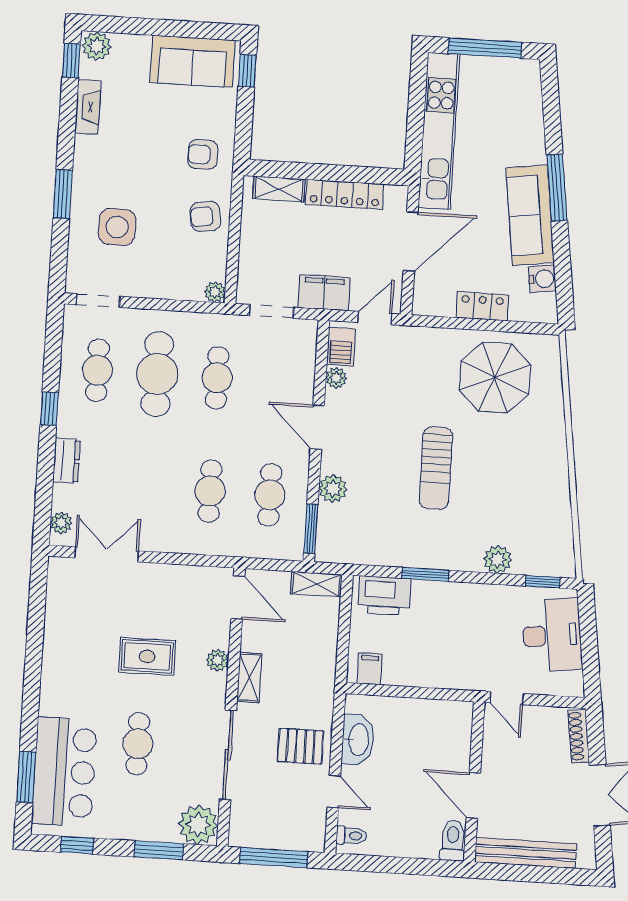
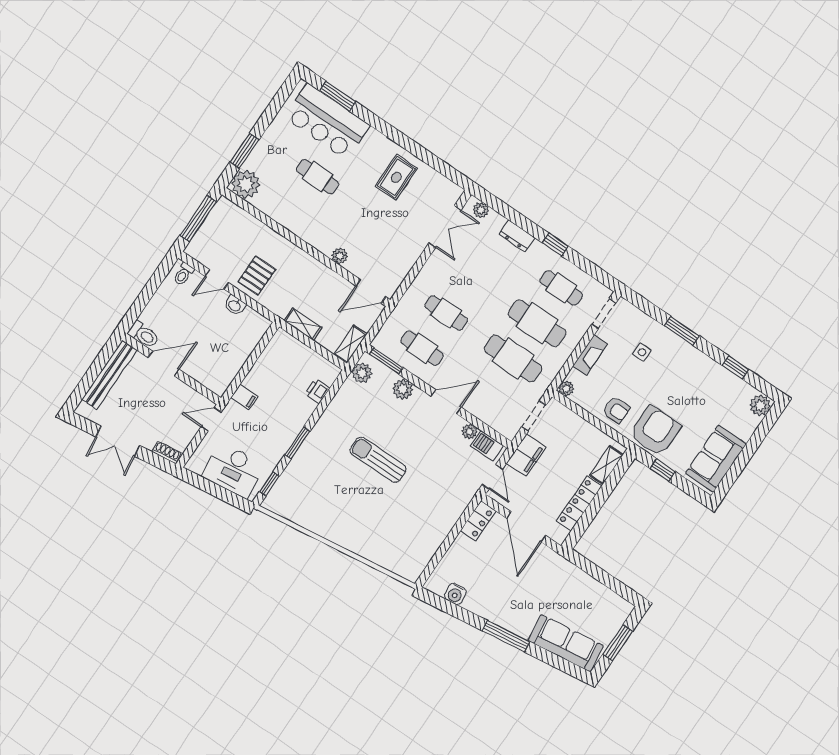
window: (485, 48) -> (618, 643), width x0.69
window: (71, 60) -> (736, 367), moved
window: (247, 71) -> (663, 470), moved
fireplace: (88, 107) -> (590, 355), moved, turned -90
kitchen unit: (439, 131) -> (584, 584), removed
armchair: (203, 154) -> (655, 431), width x1.88, depth x1.88
sofa: (530, 215) -> (566, 643), moved
armchair: (205, 216) -> (616, 410), turned 99
side table: (117, 227) -> (642, 352), width x0.54, depth x0.54
locker: (482, 306) -> (478, 521), moved
cafe table: (217, 378) -> (513, 359), width x1.37, depth x1.35
parasol: (495, 378) -> (412, 529), removed
plant: (498, 559) -> (362, 373), moved
window: (425, 574) -> (297, 443), moved
printer: (384, 596) -> (317, 391), width x0.53, depth x0.68
rug: (147, 656) -> (396, 177), moved
filing cabinet: (370, 669) -> (244, 397), moved
shelving: (249, 678) -> (303, 324), moved
shoe rack: (579, 736) -> (167, 452), width x0.70
washbasin: (358, 740) -> (235, 305), width x0.52, depth x0.69
sliding door: (228, 755) -> (278, 228), removed
window: (77, 845) -> (277, 103), removed

